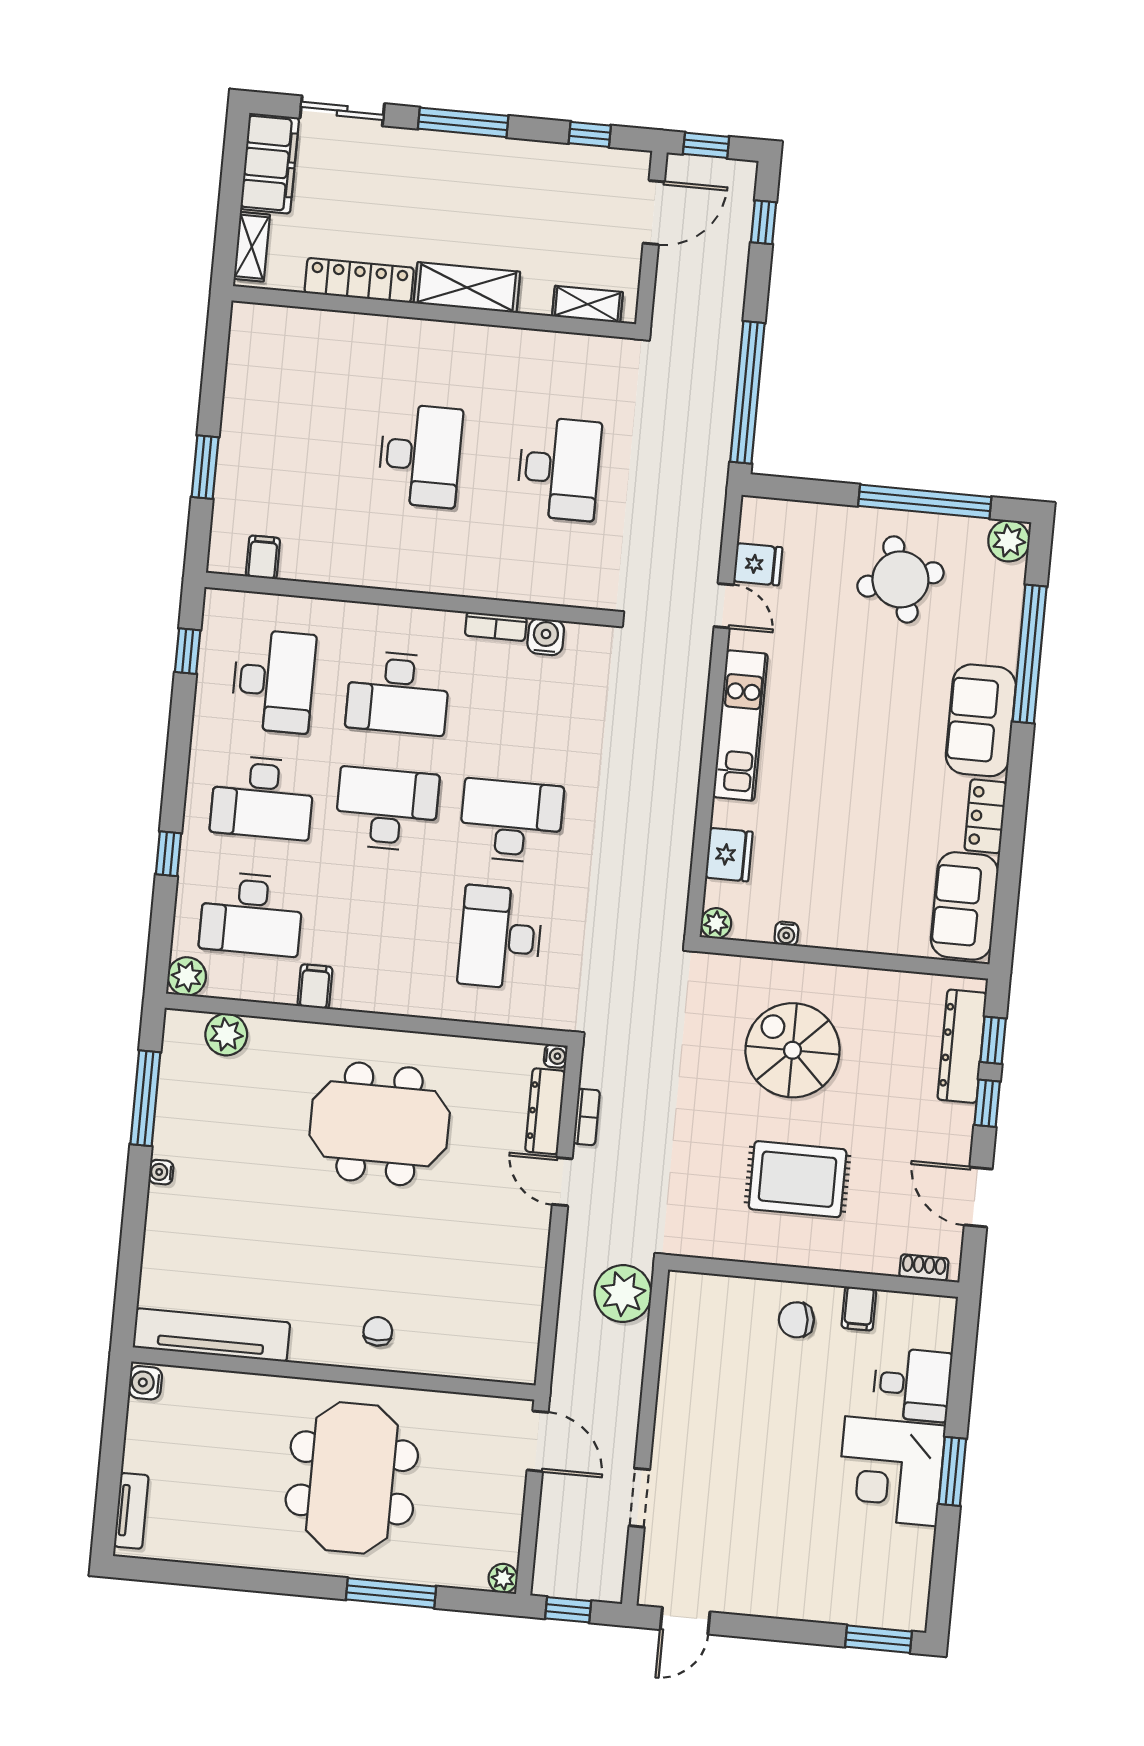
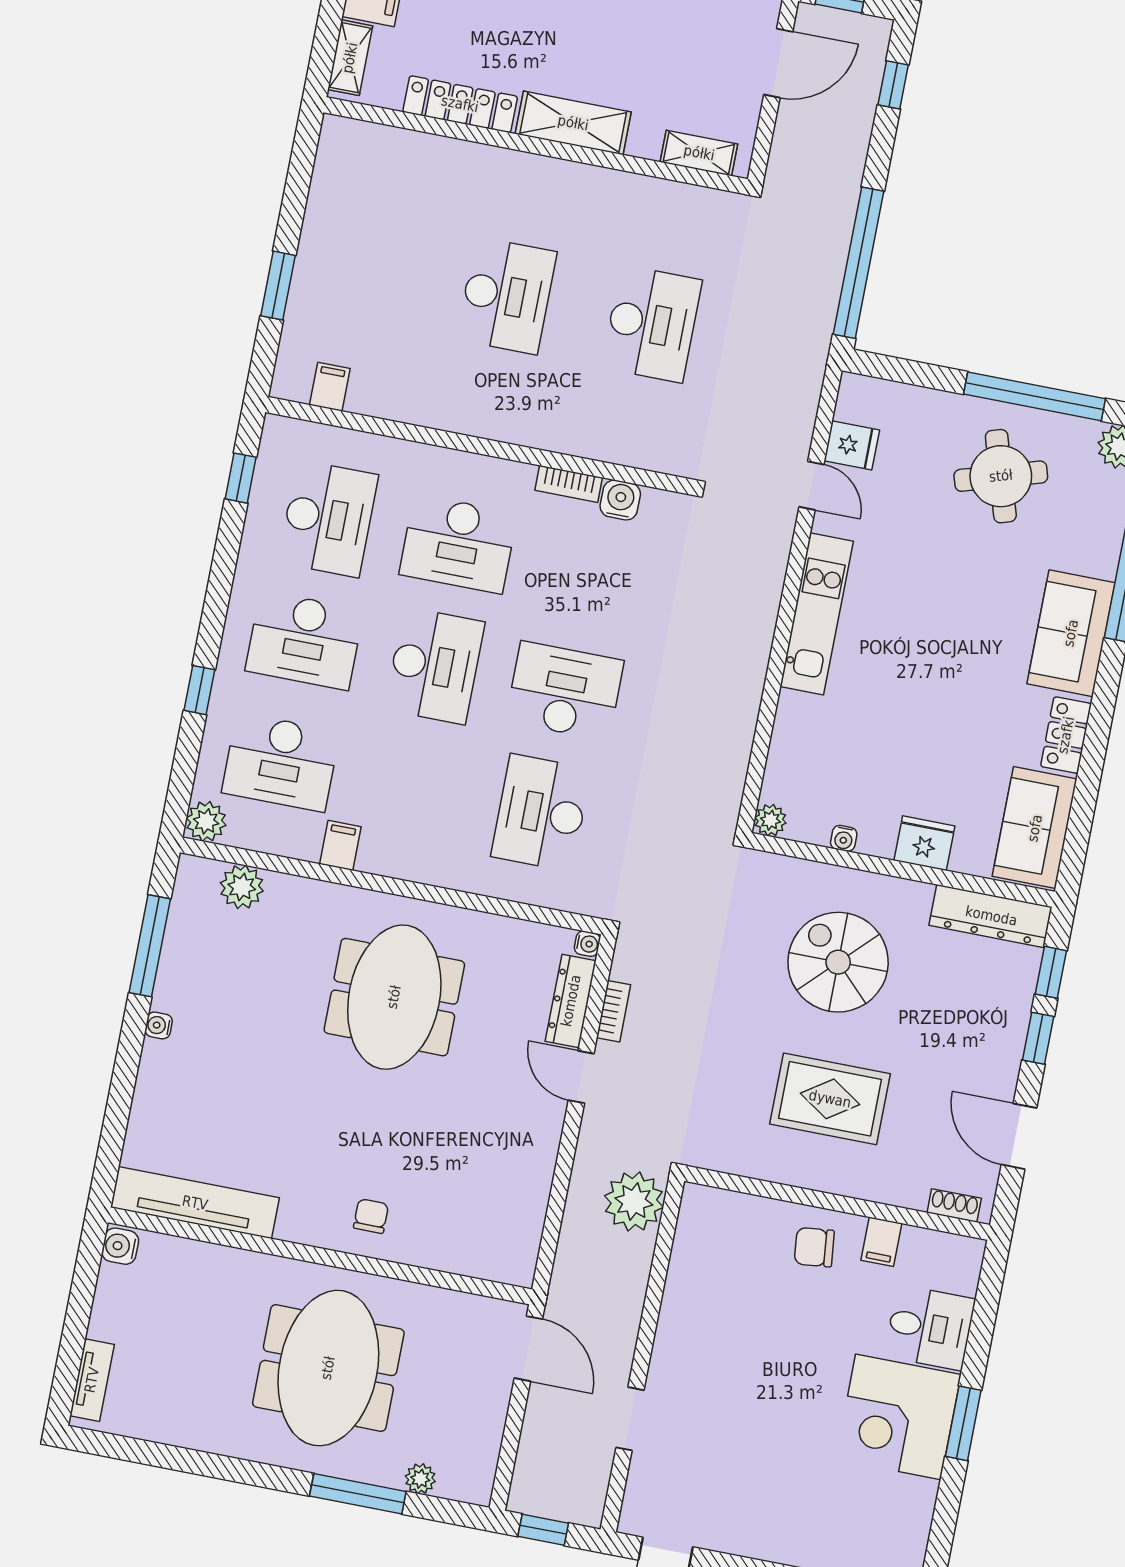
desk: (387, 809) -> (435, 666), turned 90
fridge: (729, 855) -> (924, 843), moved, turned -90
dresser: (962, 1046) -> (991, 916), moved, turned -90
meeting table: (380, 1124) -> (394, 997), turned 90
plant: (503, 1578) -> (420, 1479), moved

